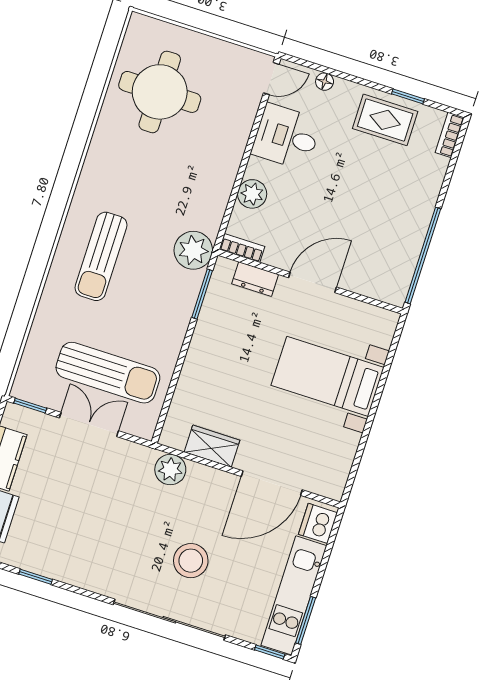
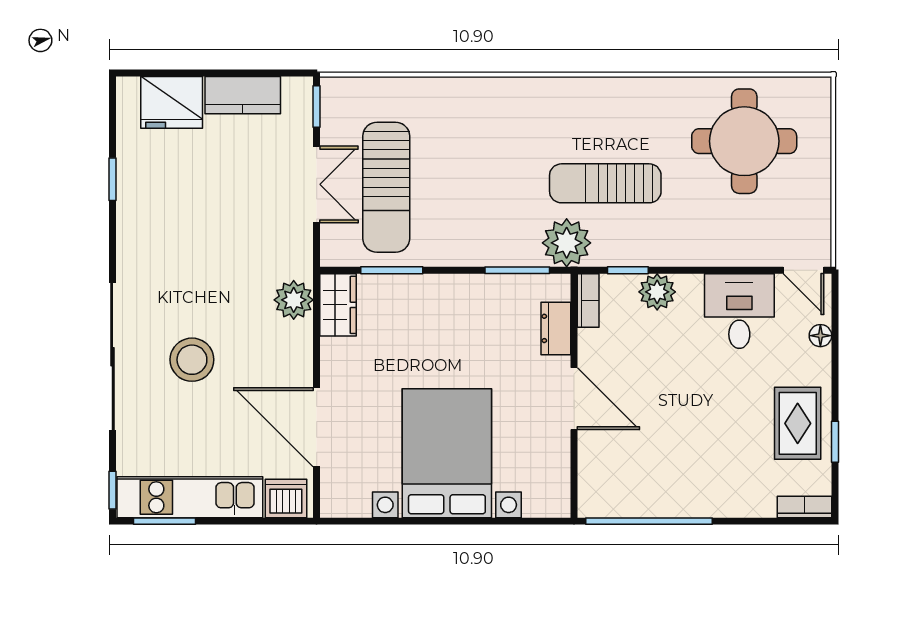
window: (229, 211) -> (628, 270), added
sun lounger: (101, 256) -> (605, 183), moved
bed with nightstands: (328, 376) -> (447, 453), width x1.36
window: (172, 389) -> (392, 270), added
wardrobe: (212, 446) -> (338, 305), moved

